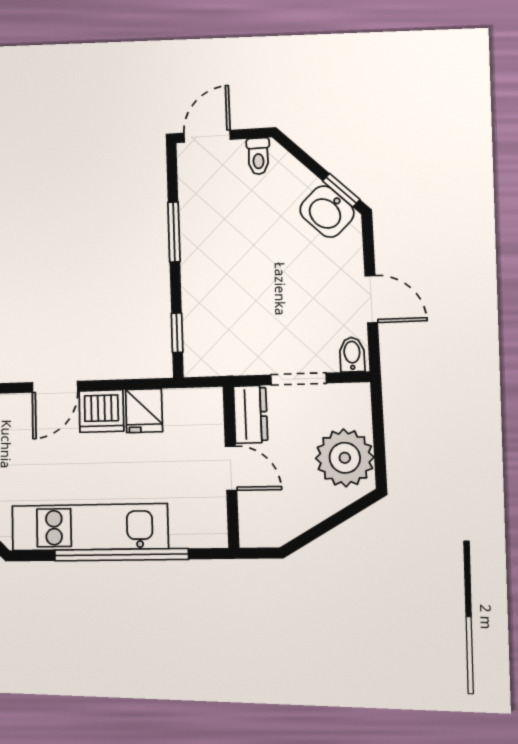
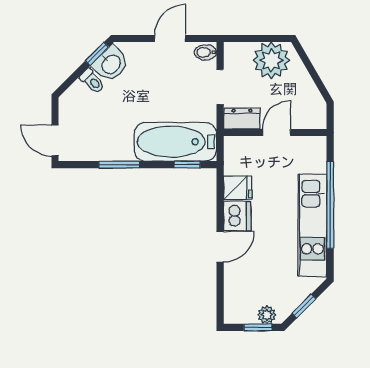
toilet: (258, 156) -> (92, 81), moved, turned 45
bathtub: (211, 314) -> (175, 142), added
door: (55, 387) -> (220, 247), hinge flipped

